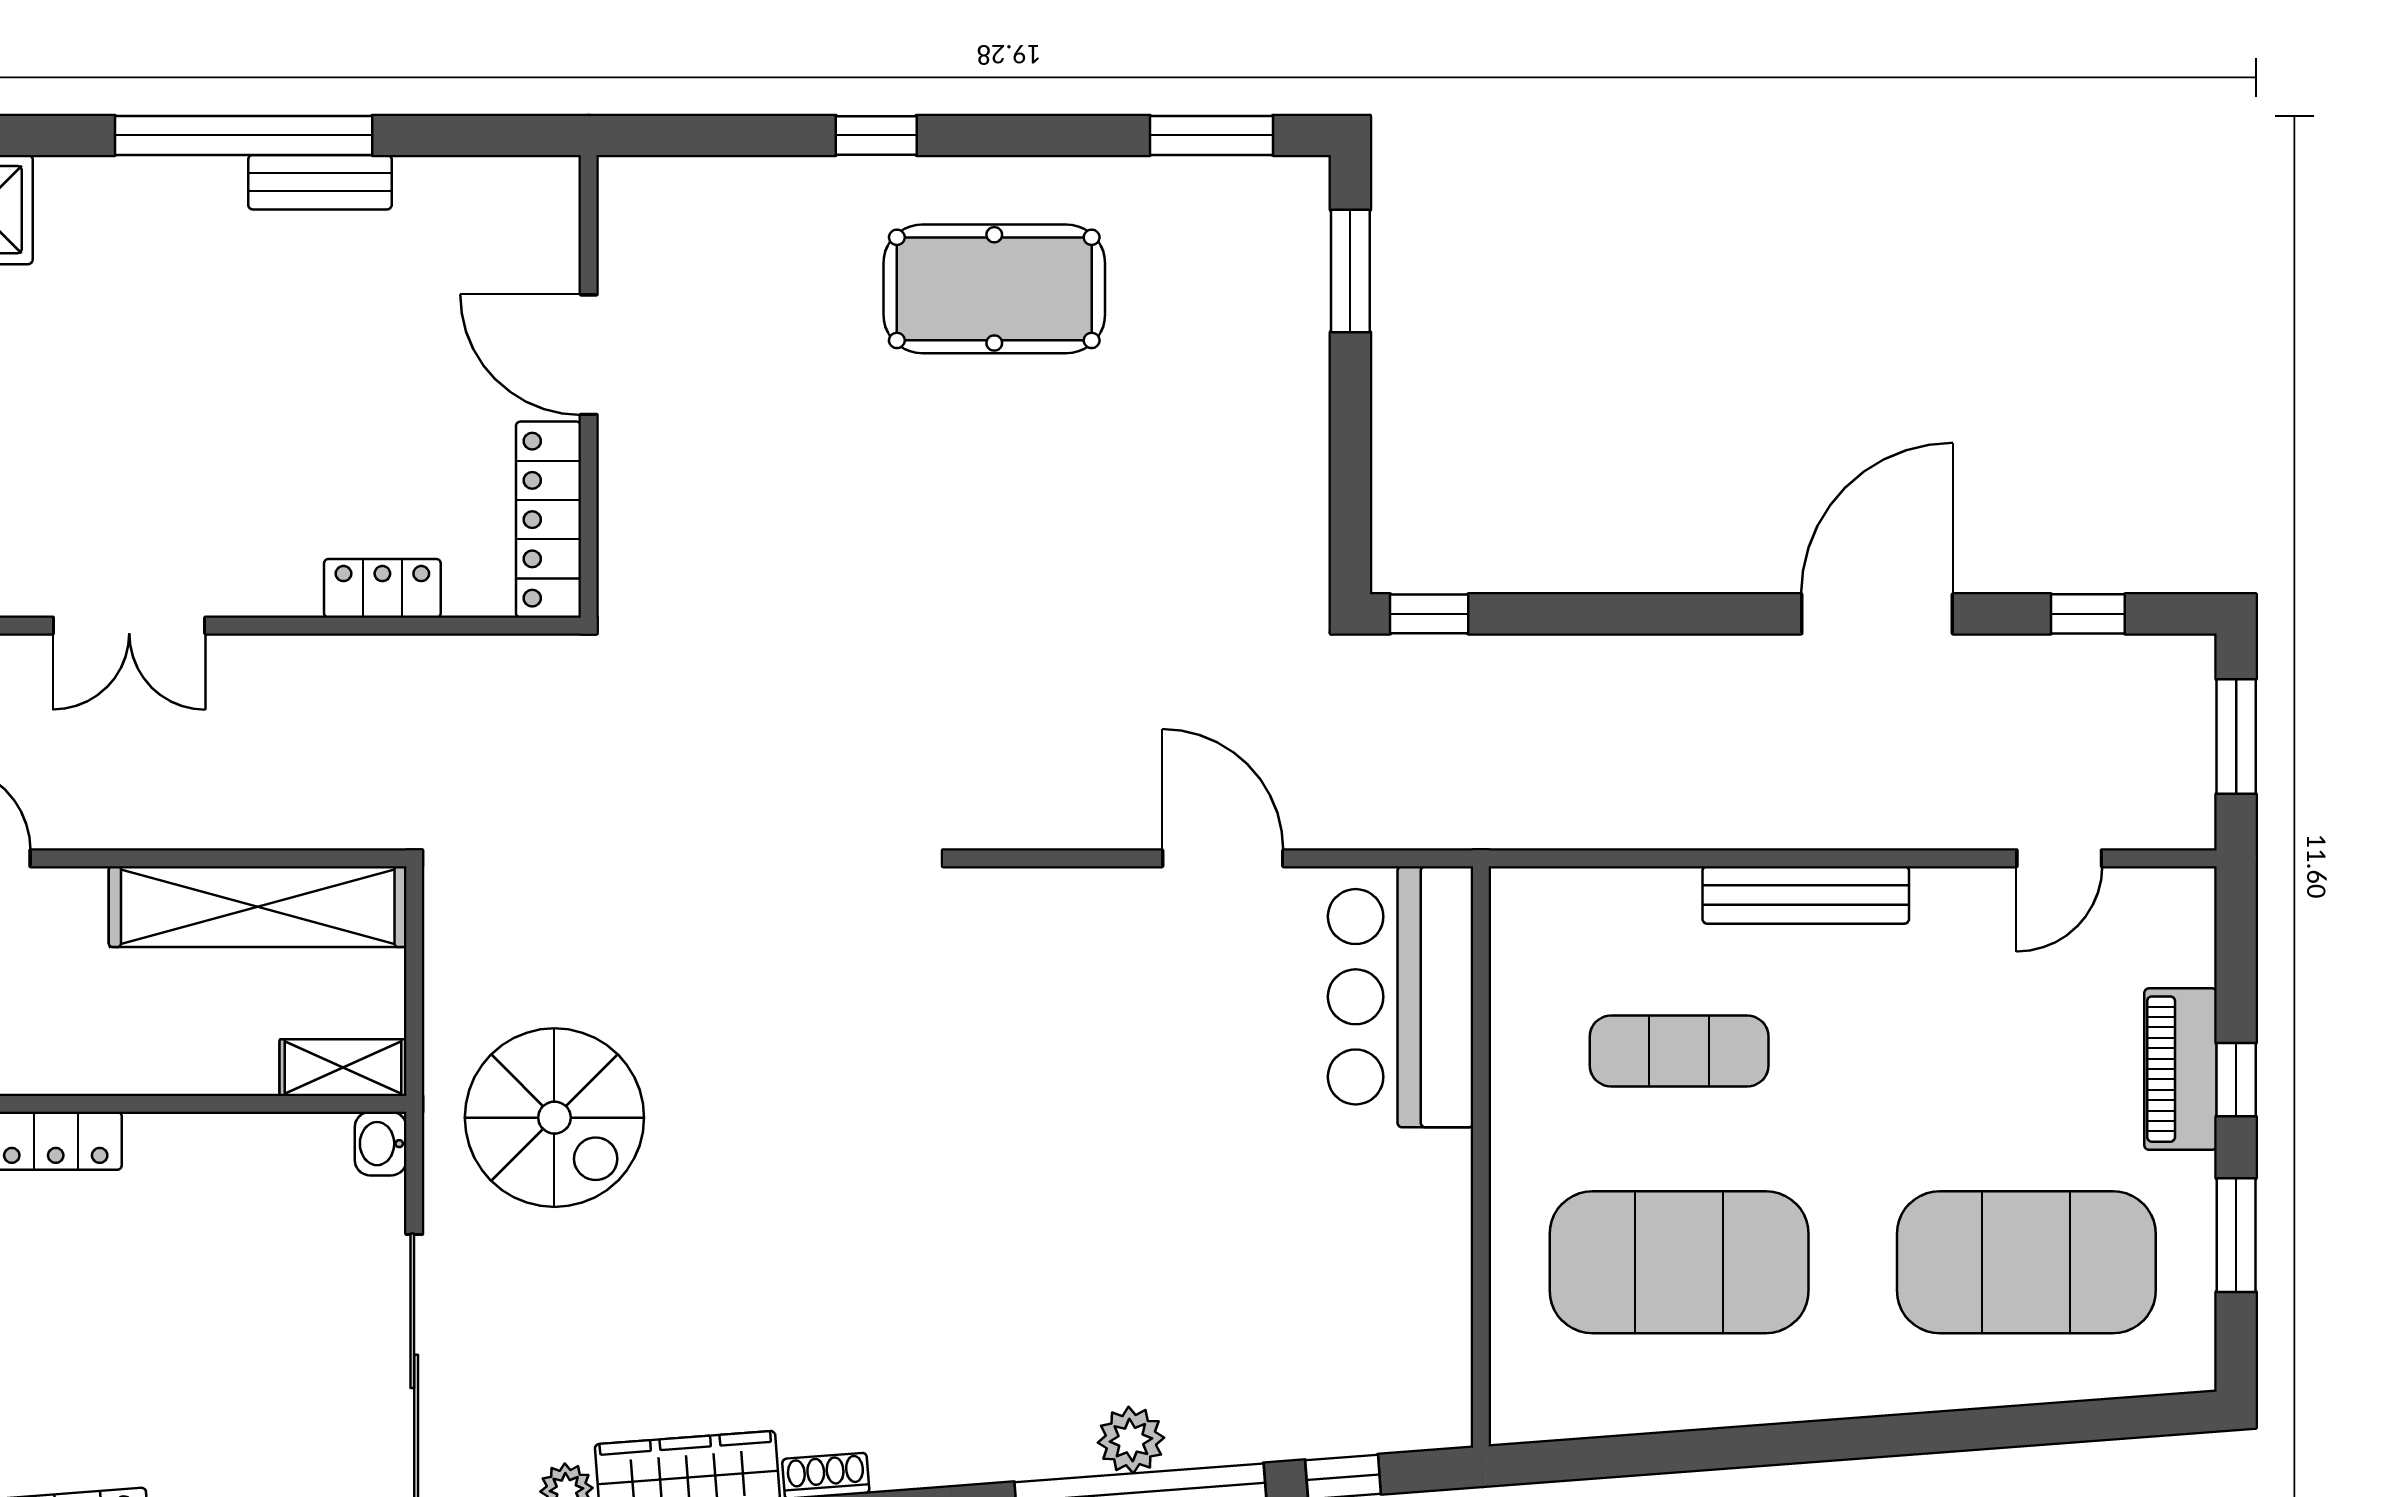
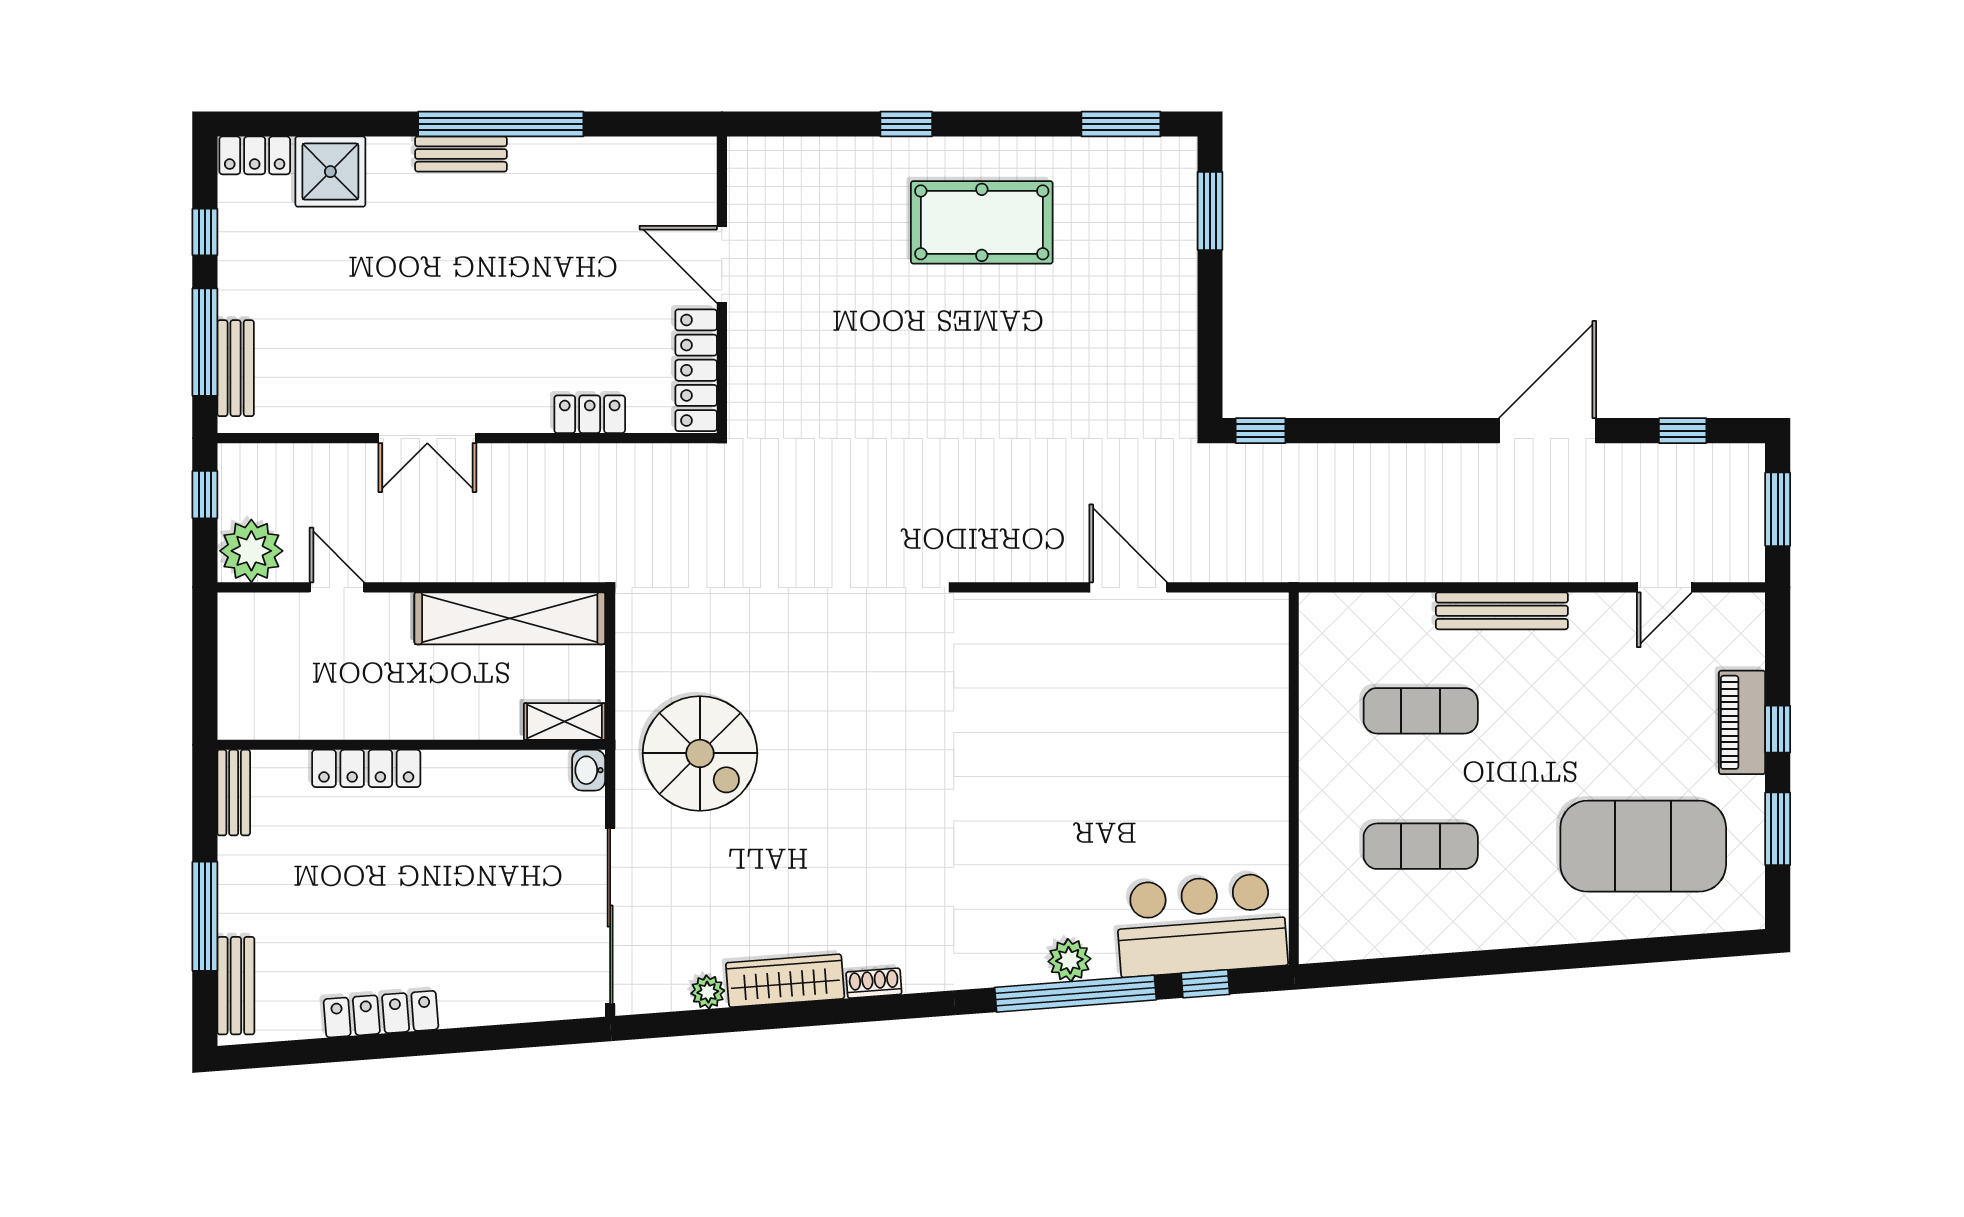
bench: (320, 182) -> (461, 154), moved
bar counter: (1401, 997) -> (1201, 925), moved, turned 86
exercise mat: (1679, 1262) -> (1421, 846), width x0.50, depth x0.69

